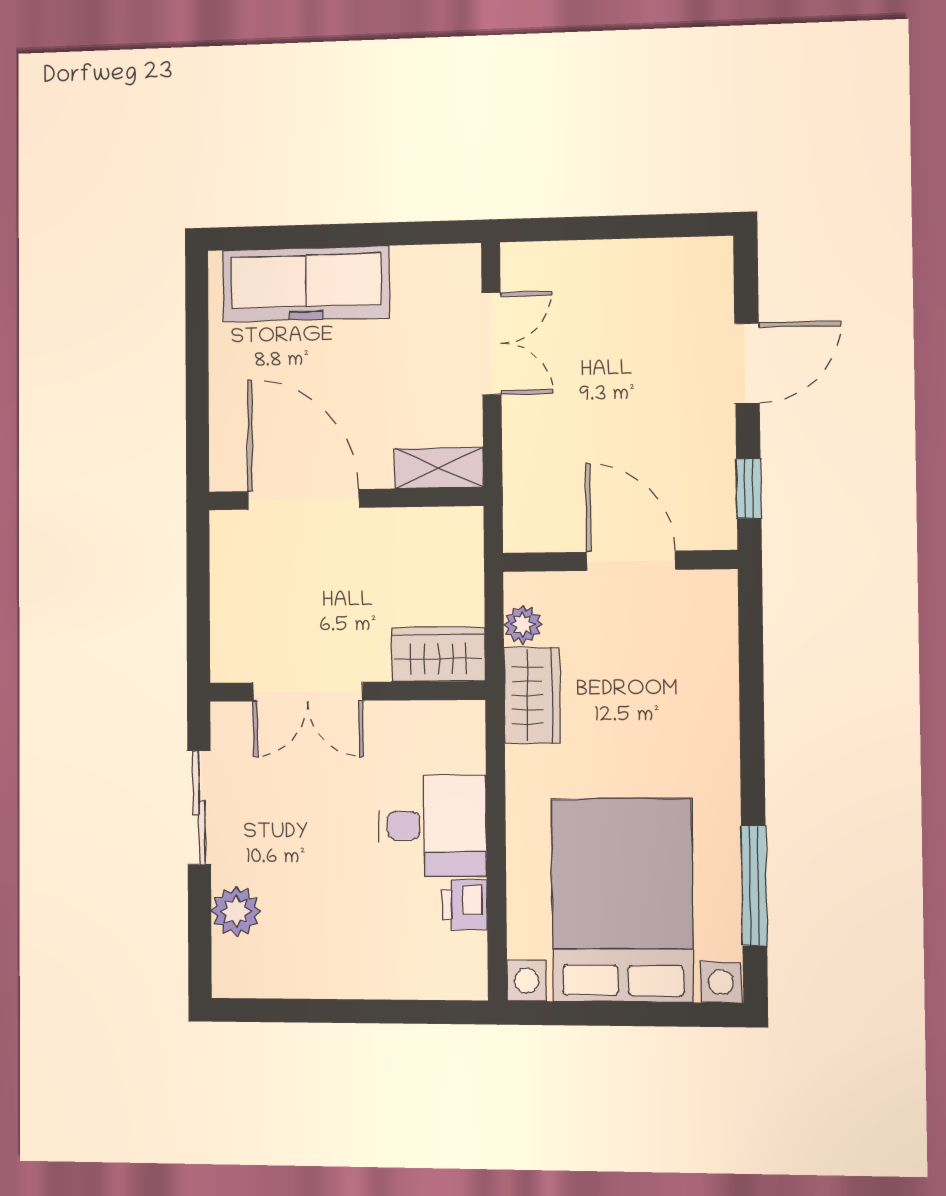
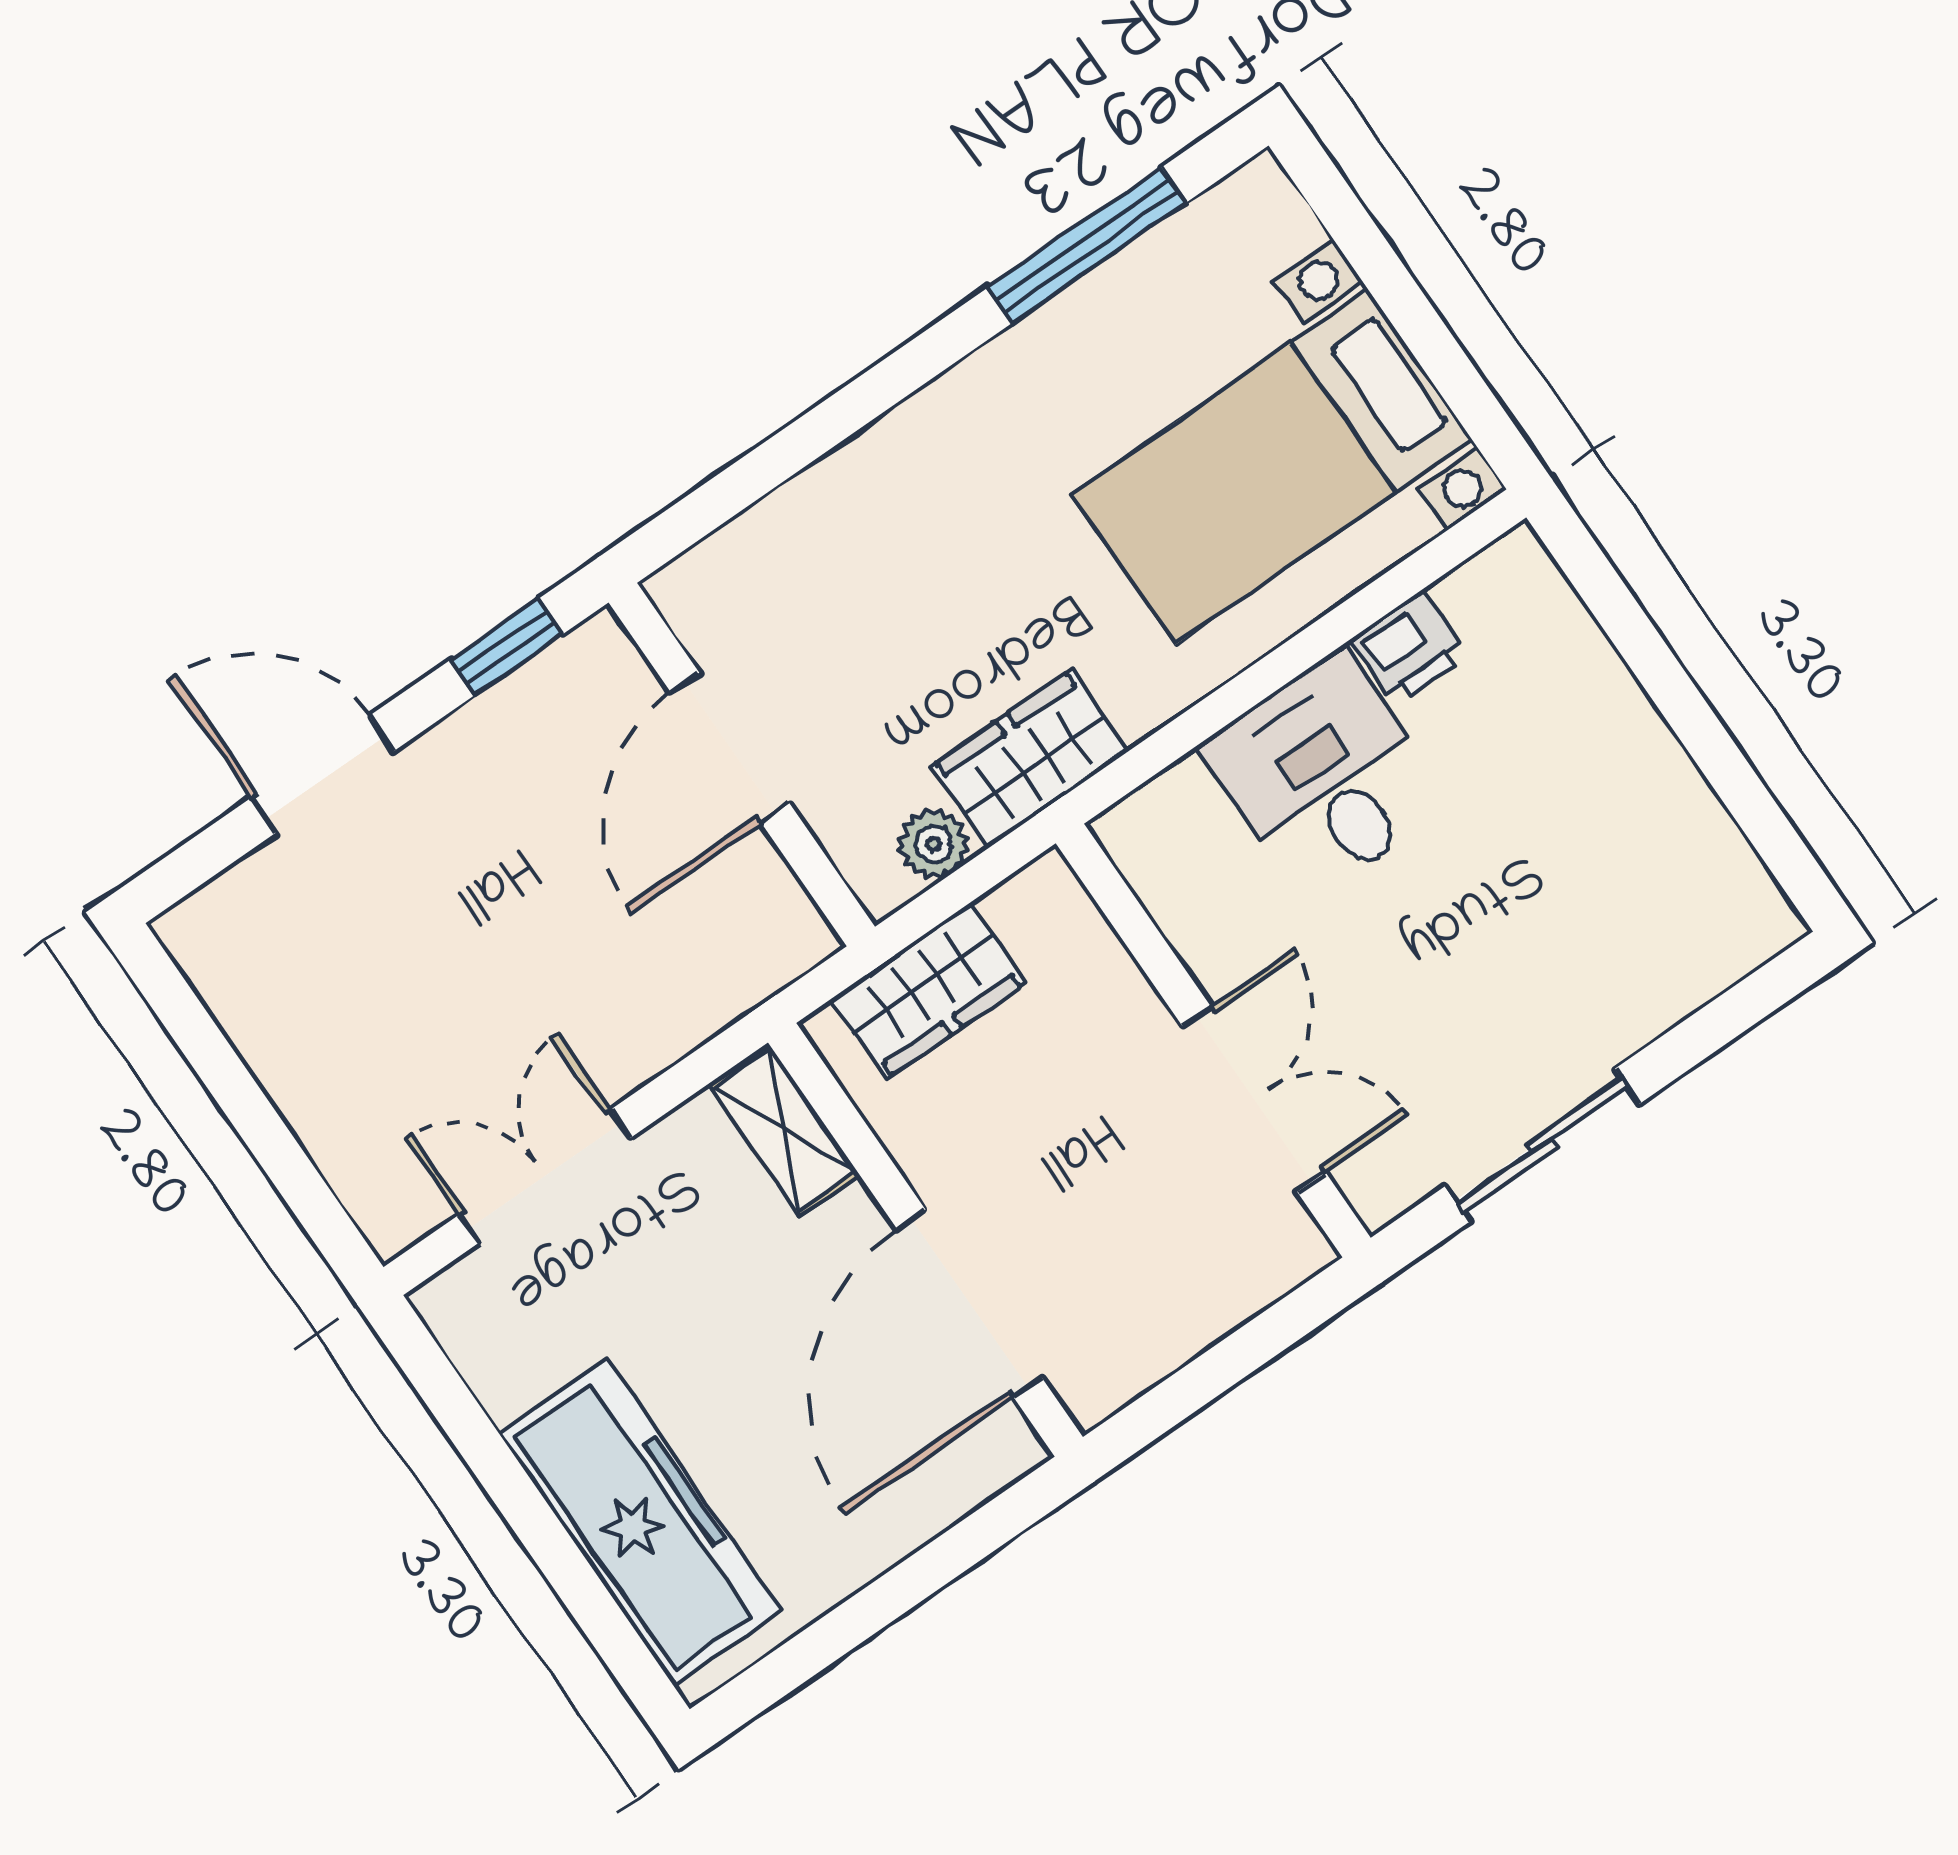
wardrobe: (438, 654) -> (928, 991), moved, turned -90
bed with nightstands: (622, 900) -> (1272, 467), width x0.73
plant: (236, 911) -> (1658, 983), removed

